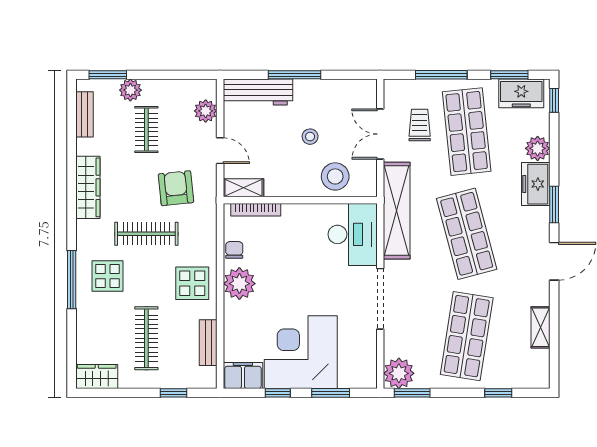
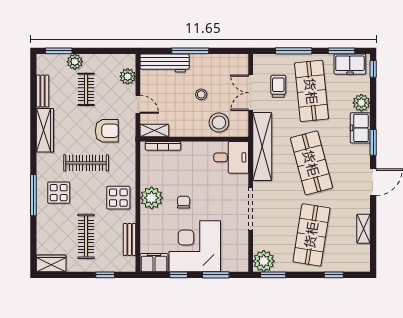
bench: (85, 114) -> (42, 91), moved
armchair: (176, 188) -> (107, 131), turned 96
desk: (353, 234) -> (231, 157), width x0.73
chair: (234, 250) -> (184, 202), moved

